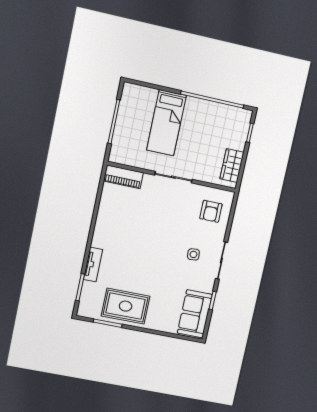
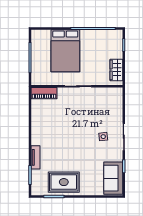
bed: (166, 123) -> (65, 51), width x1.50
armchair: (211, 211) -> (109, 104), removed

